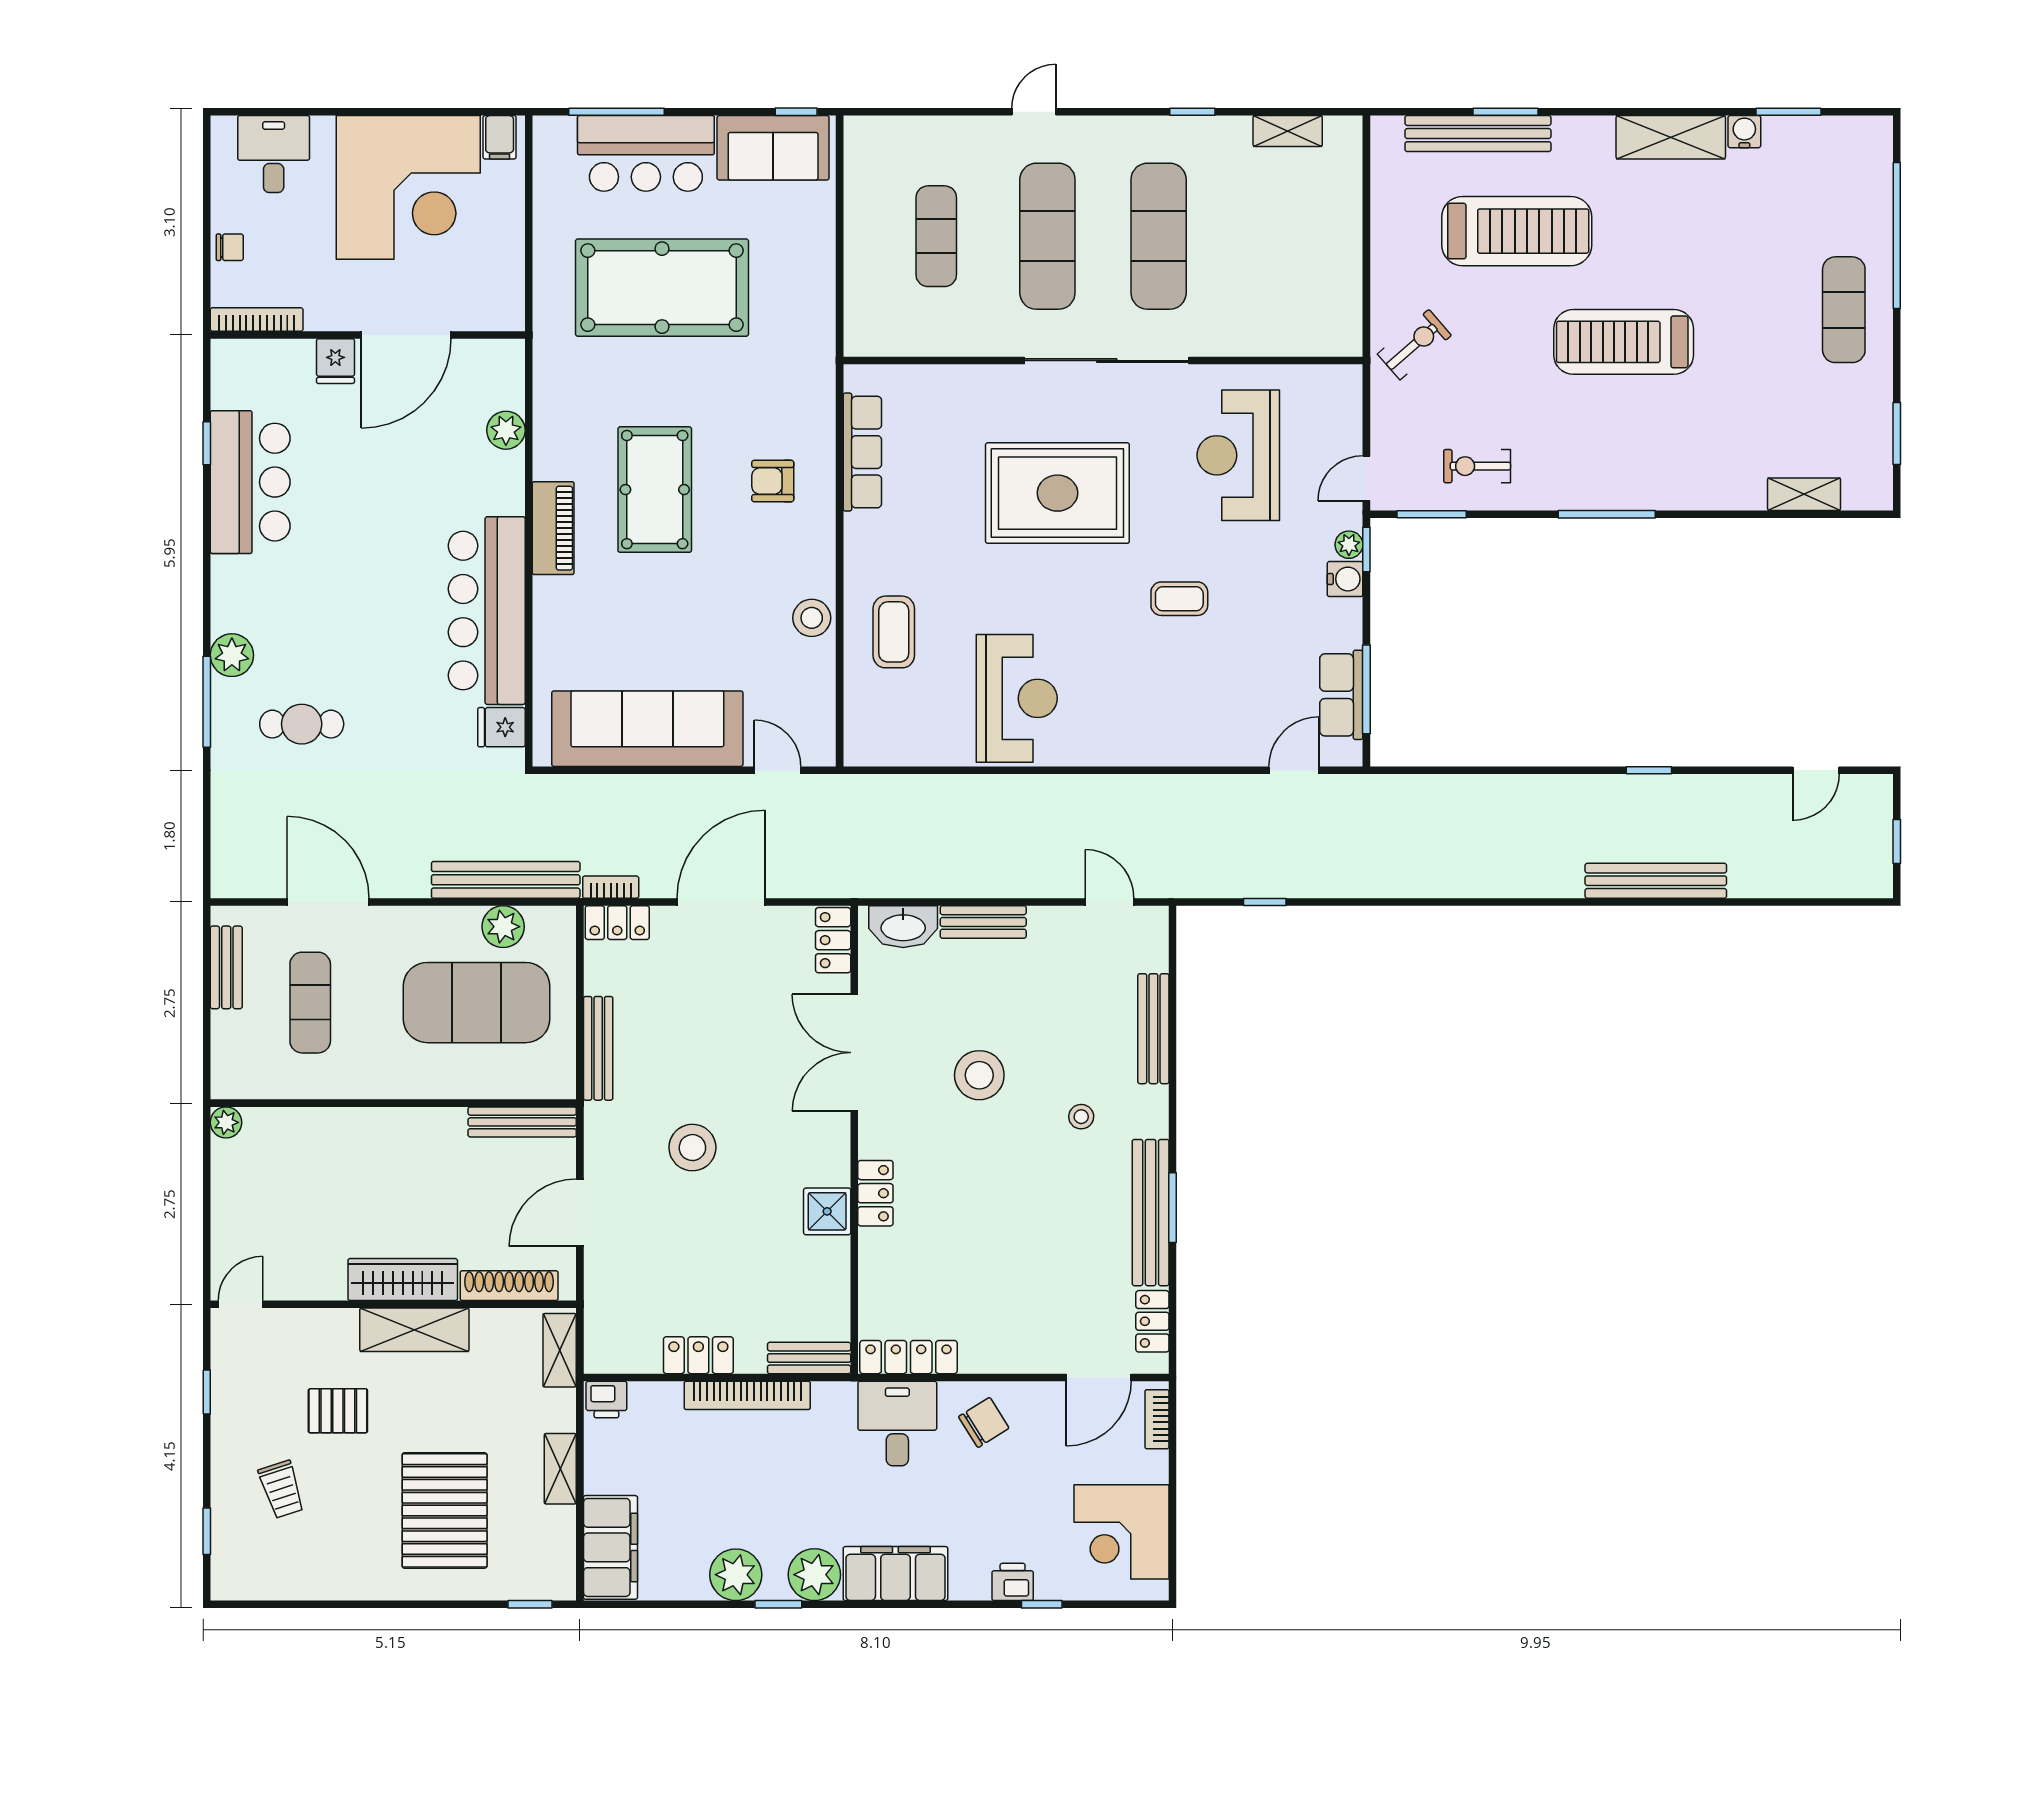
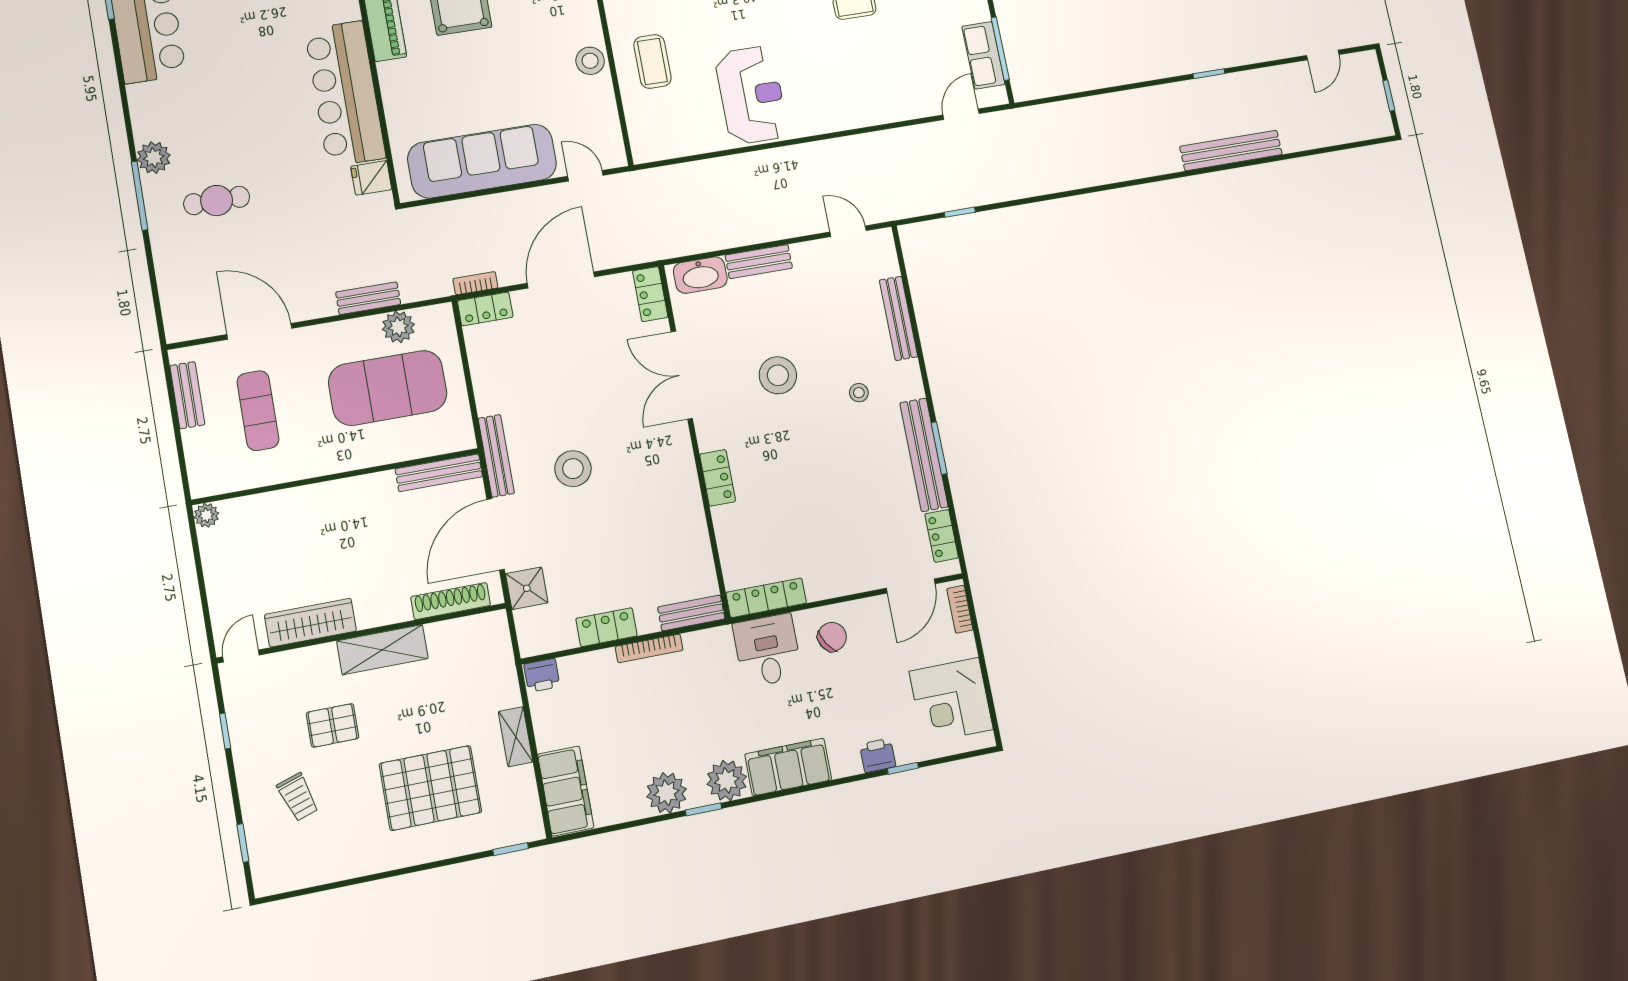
bench: (506, 880) -> (368, 298), width x0.54, depth x0.82
bench: (598, 1048) -> (496, 456), moved
shower: (827, 1211) -> (527, 588), moved
door: (580, 1213) -> (496, 534), width x1.36
wardrobe: (403, 1280) -> (310, 623), moved
shelving: (560, 1350) -> (499, 644), removed
bookcase: (747, 1395) -> (649, 648), width x0.68, depth x0.76
pallet: (445, 1510) -> (430, 788), turned 90

